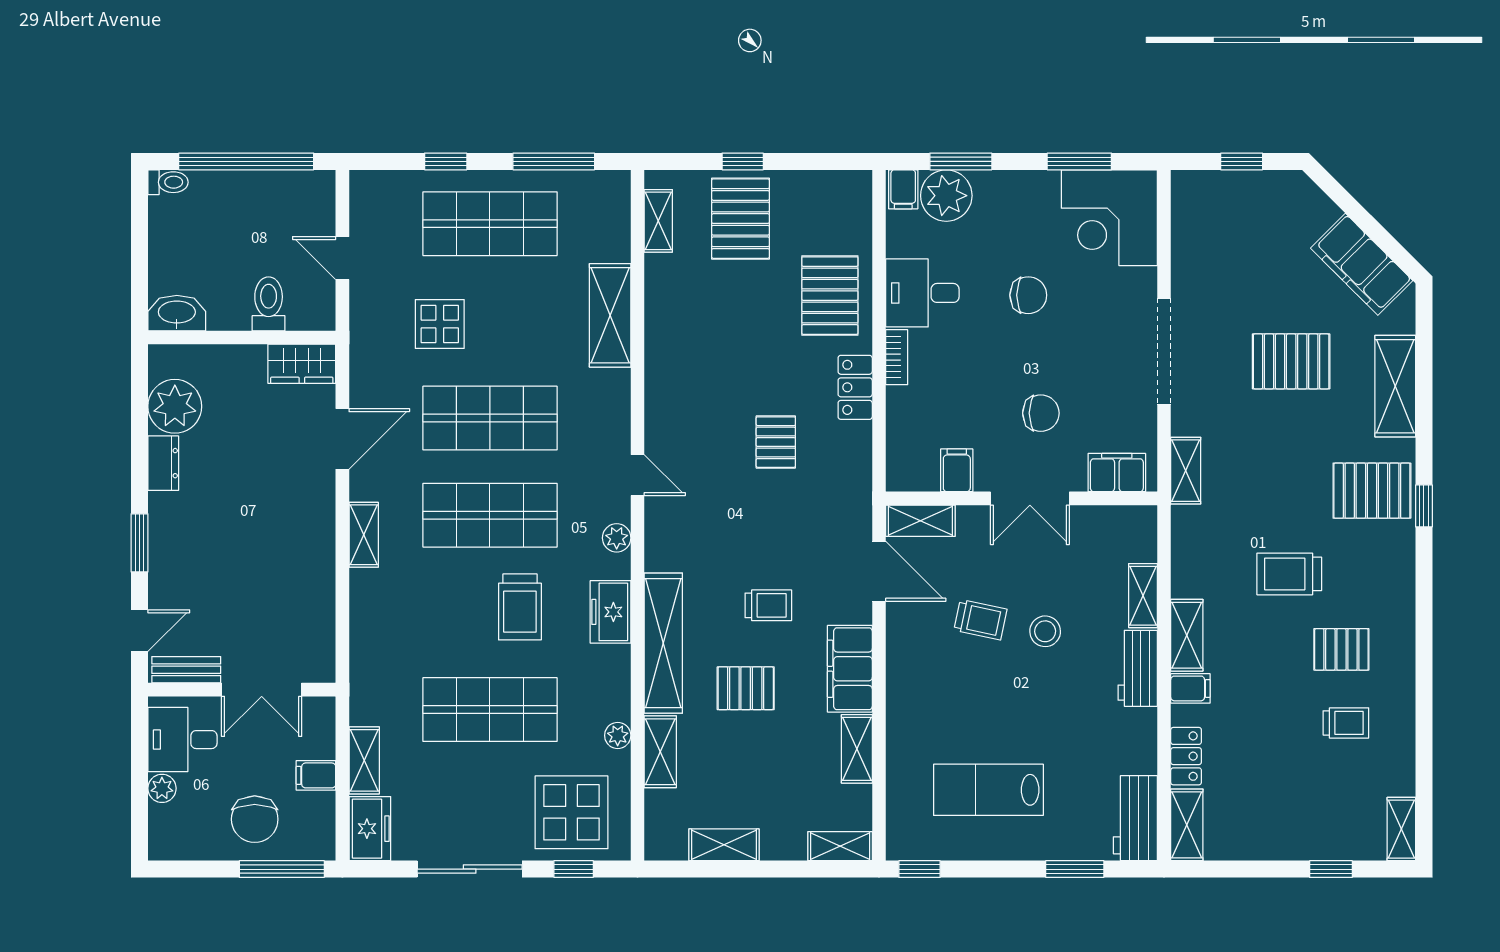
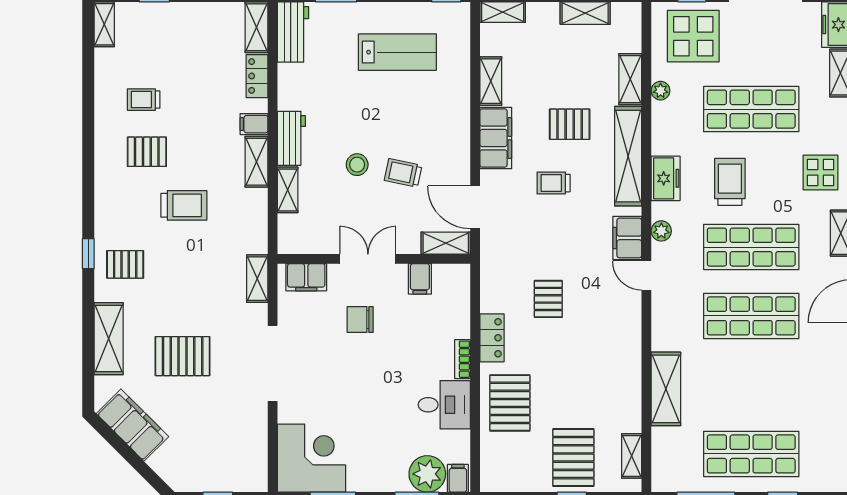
chair: (1028, 295) -> (369, 403), removed
display table: (440, 324) -> (821, 172), moved
pallet: (1372, 491) -> (125, 264), width x0.67, depth x0.71
filing cabinet: (665, 528) -> (627, 238), added

